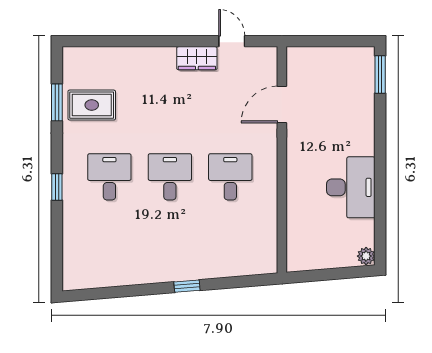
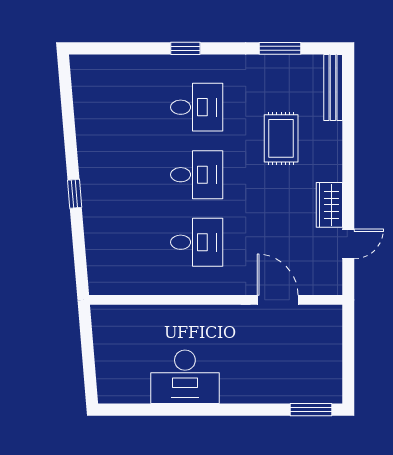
bench: (92, 55) -> (333, 87), added
rug: (92, 105) -> (281, 138), moved
plant: (366, 256) -> (108, 394), removed

